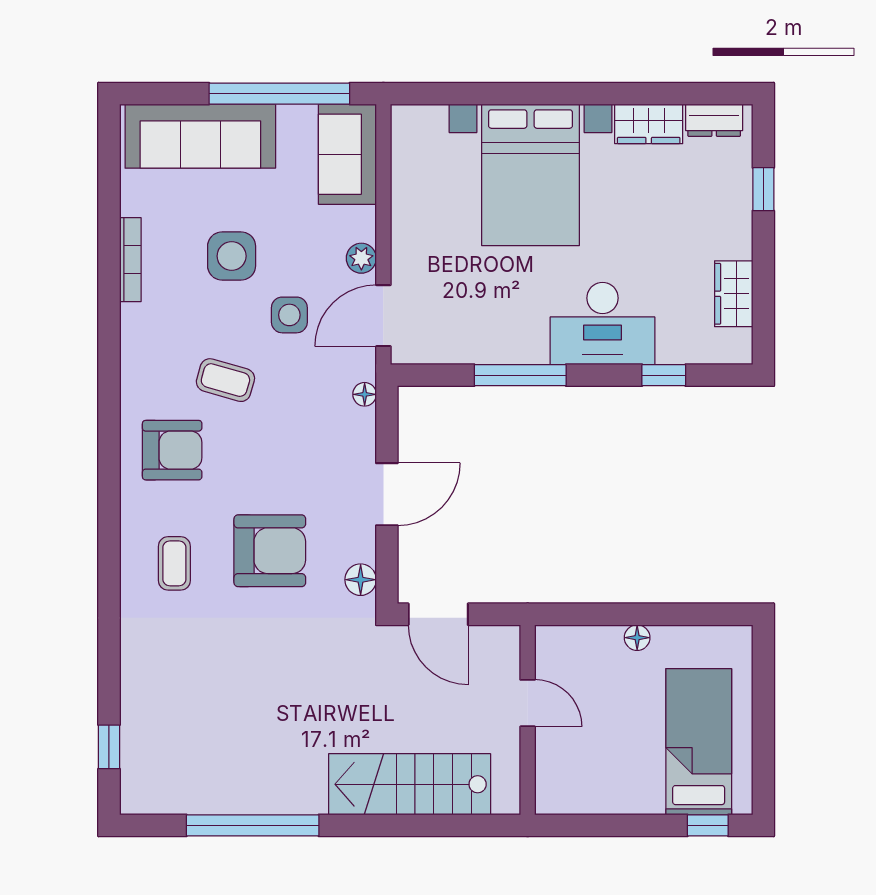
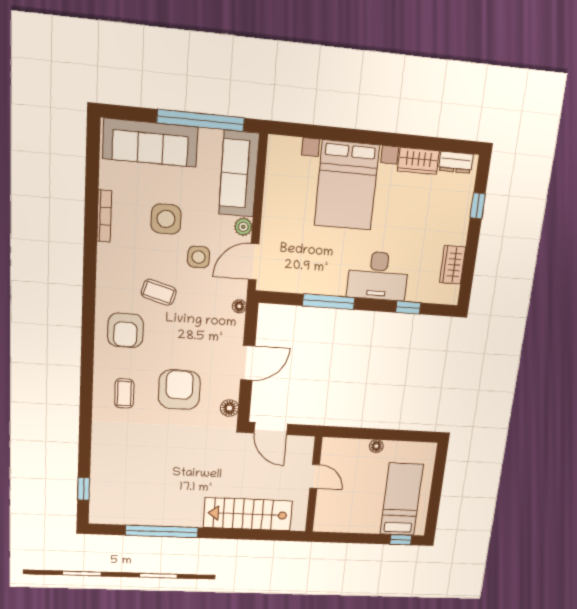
sofa: (347, 154) -> (239, 174), width x1.36
armchair: (172, 450) -> (125, 330), turned 90
armchair: (270, 551) -> (179, 390), turned -90

